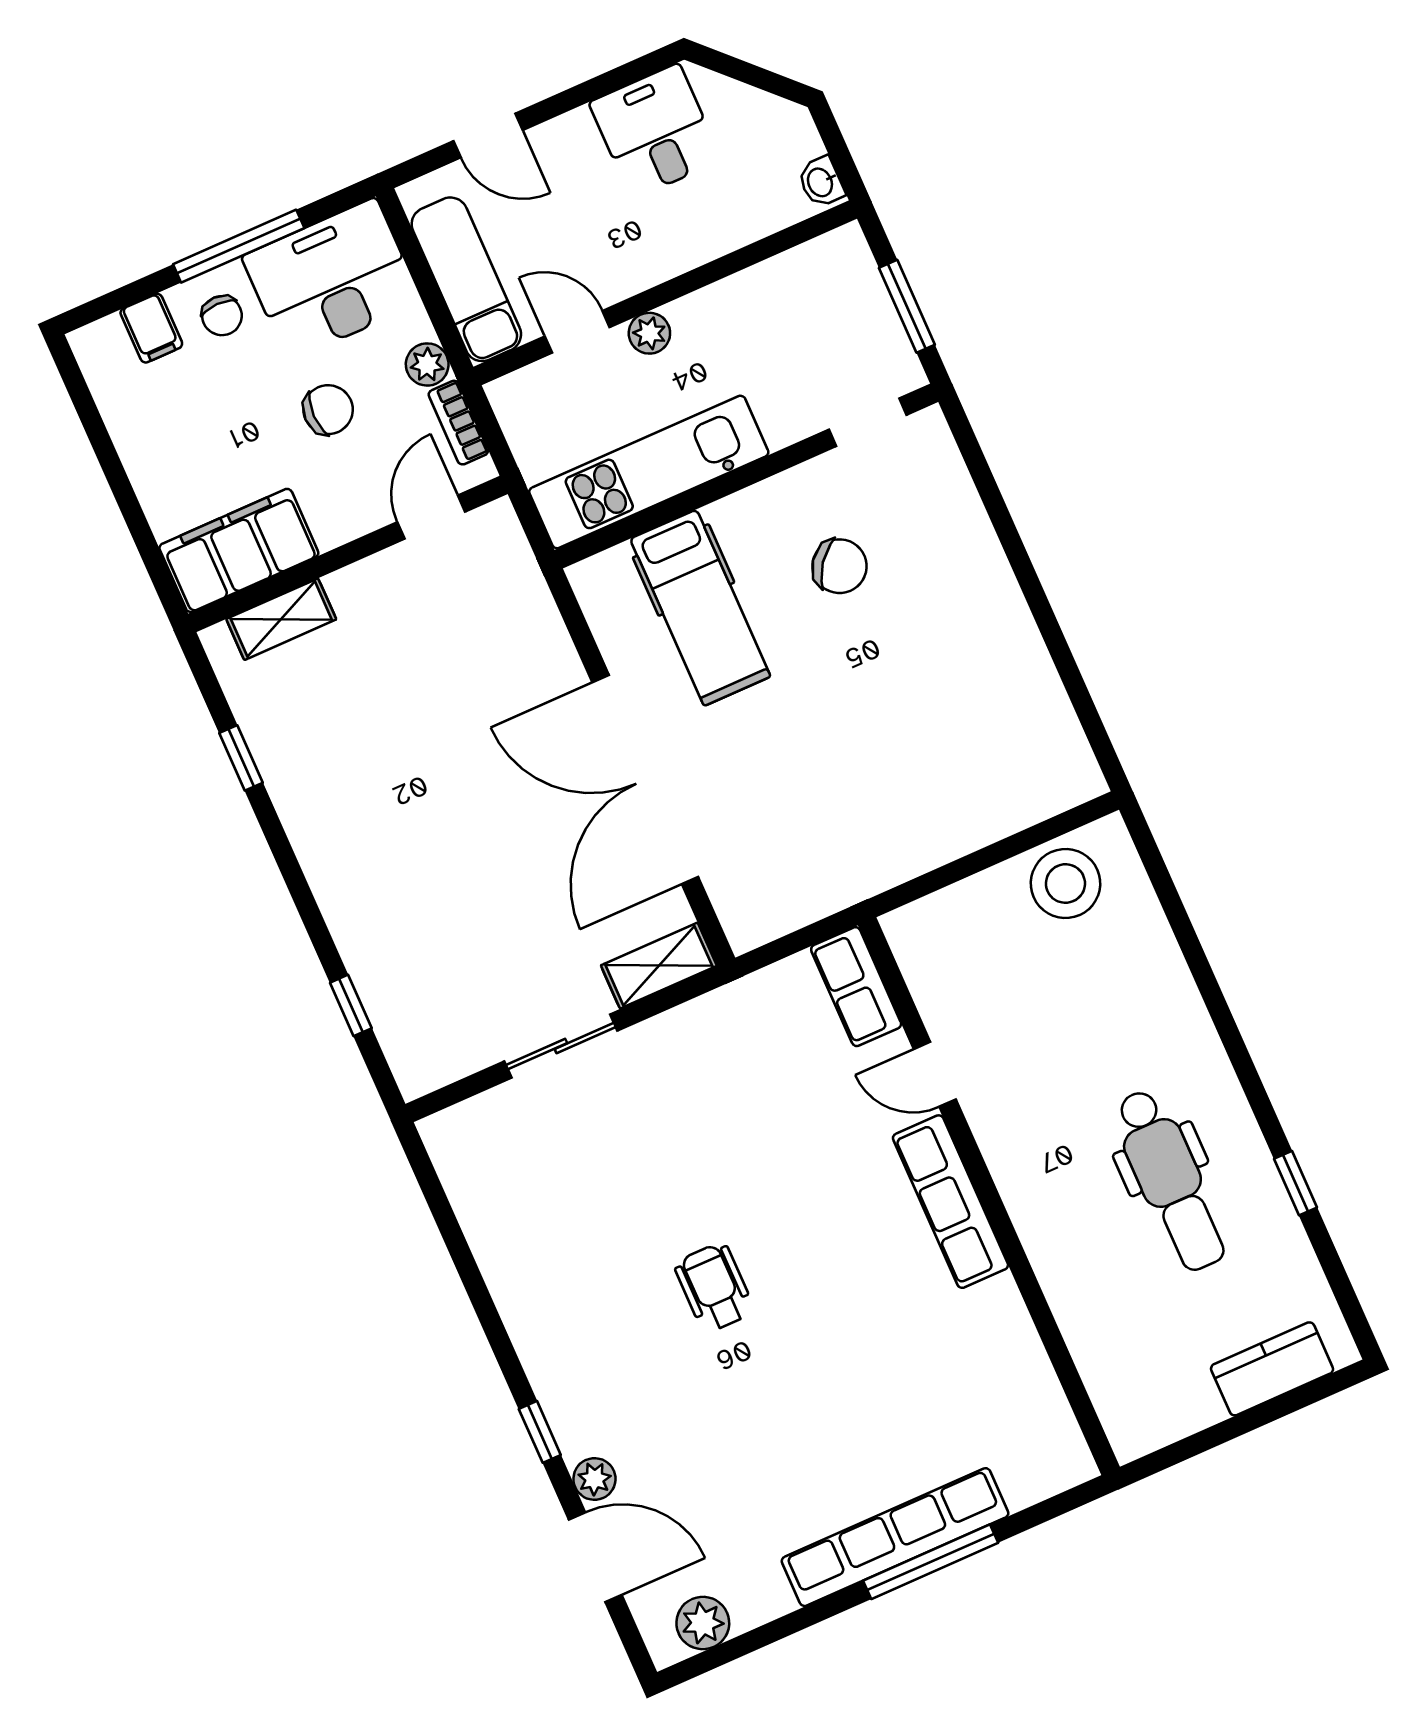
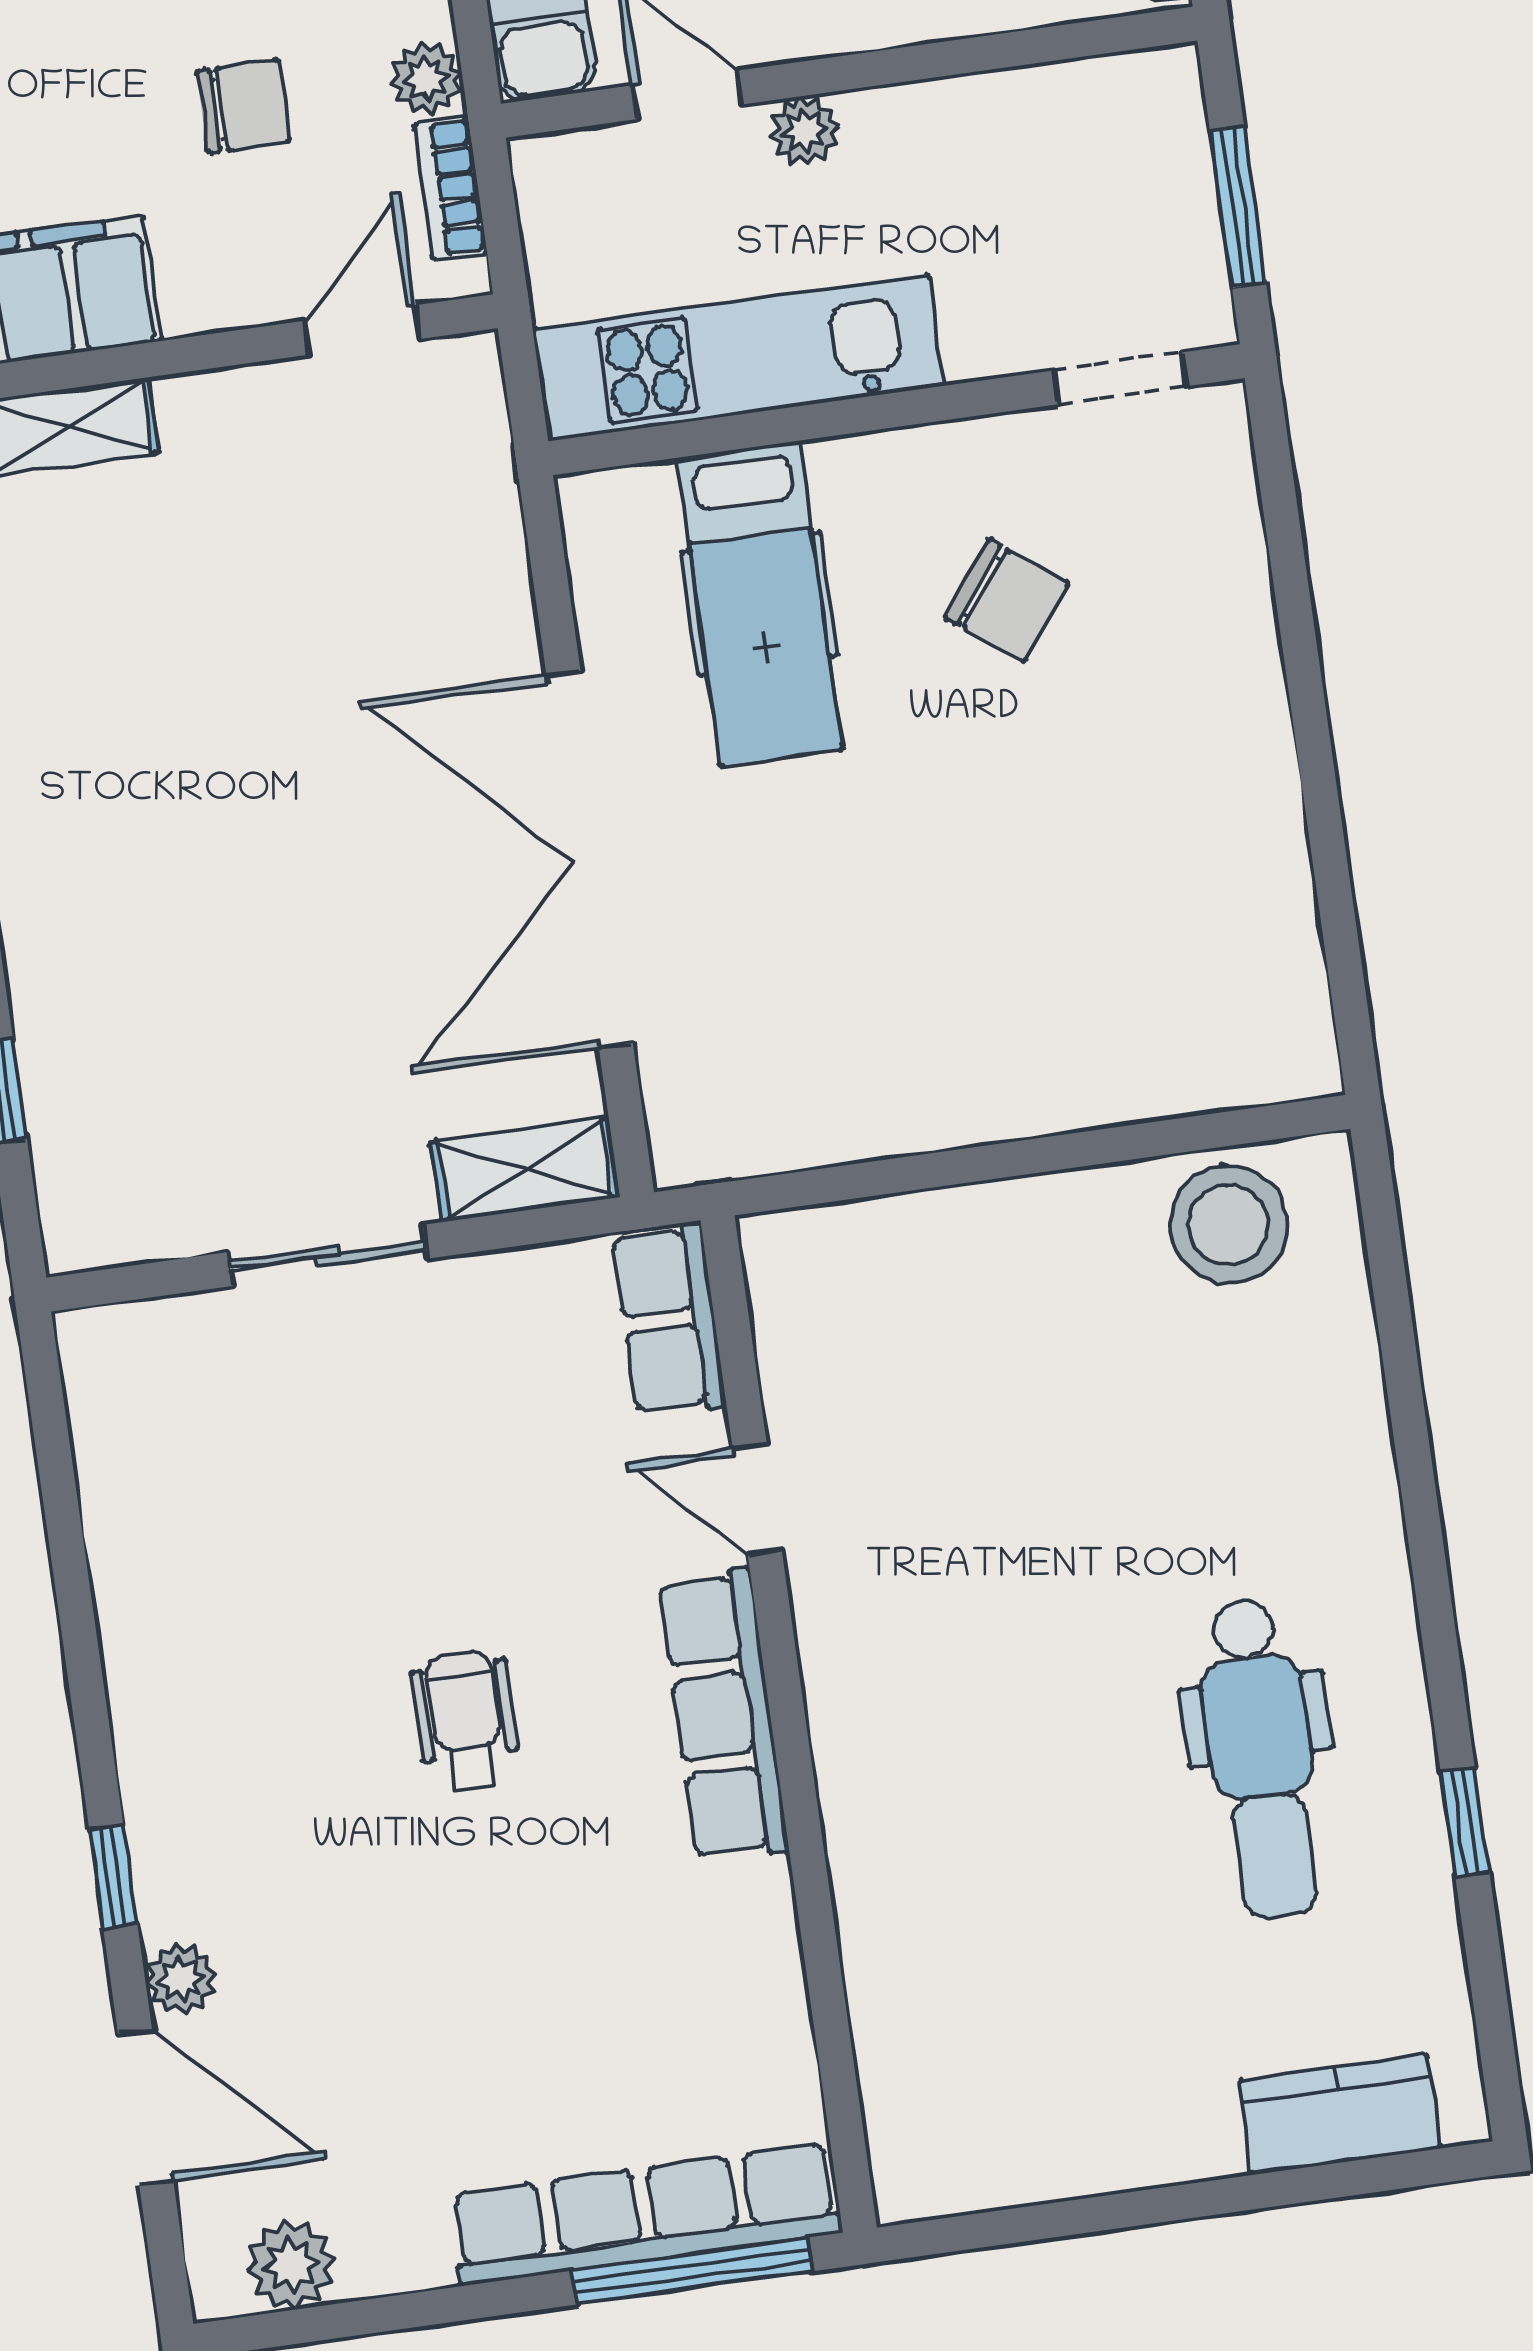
row of seats: (856, 987) -> (669, 1319), moved
door: (935, 1074) -> (757, 1500), moved
wall: (989, 1196) -> (789, 1724), moved
row of seats: (950, 1202) -> (723, 1715), moved

